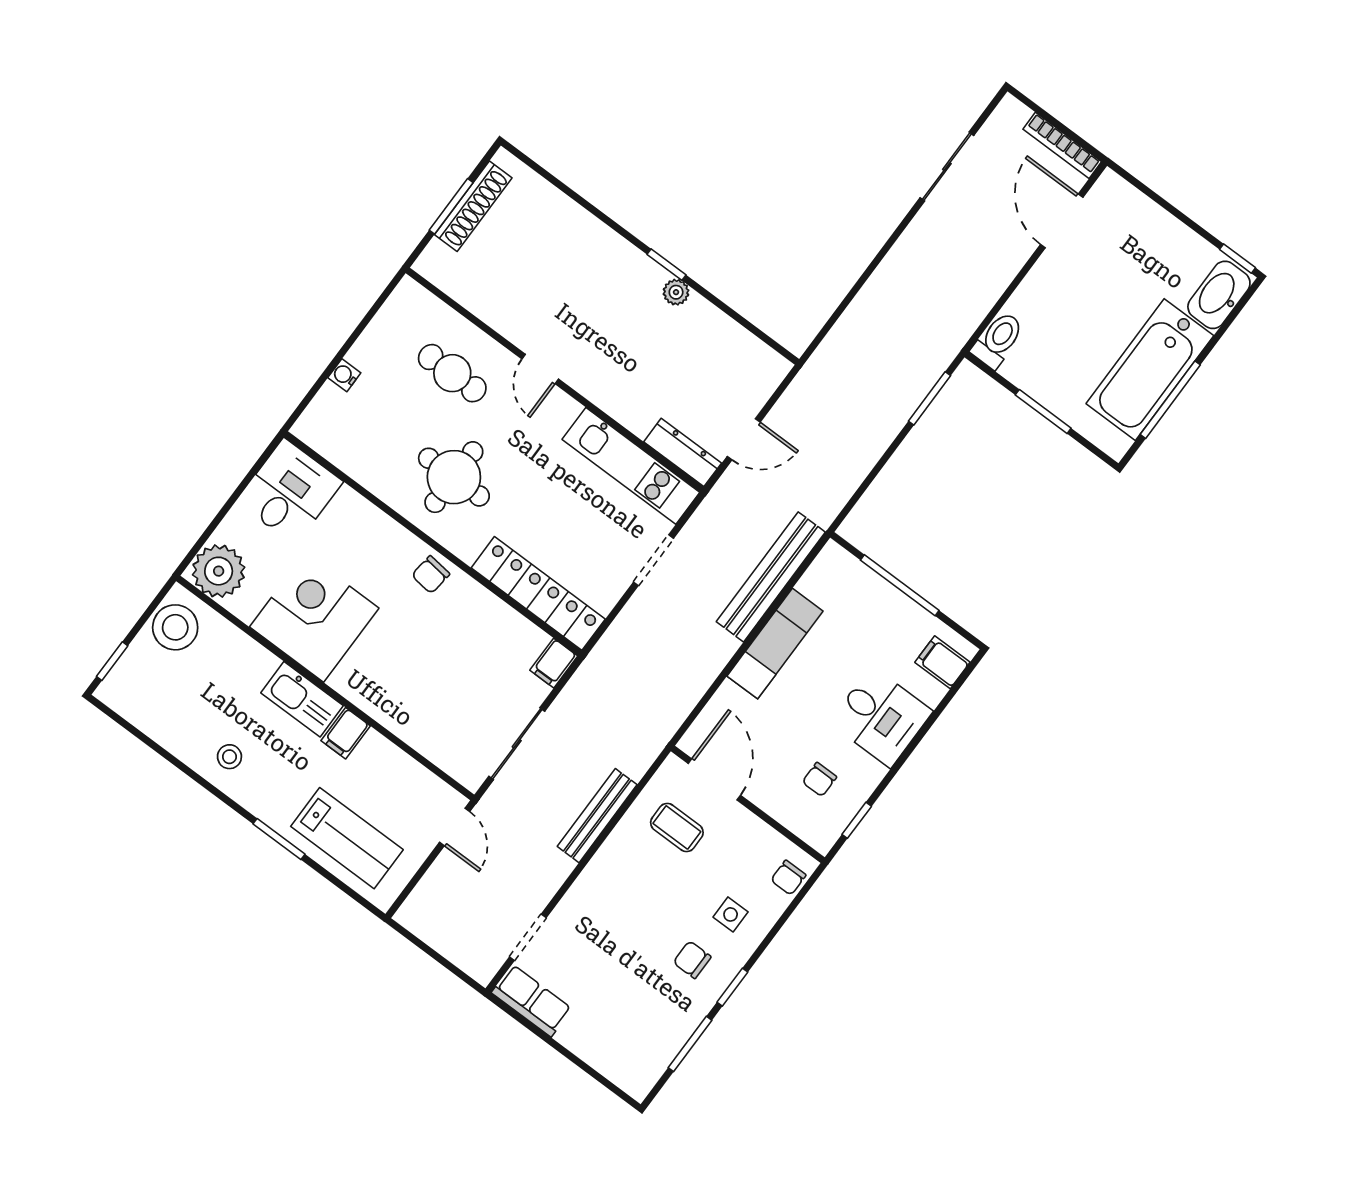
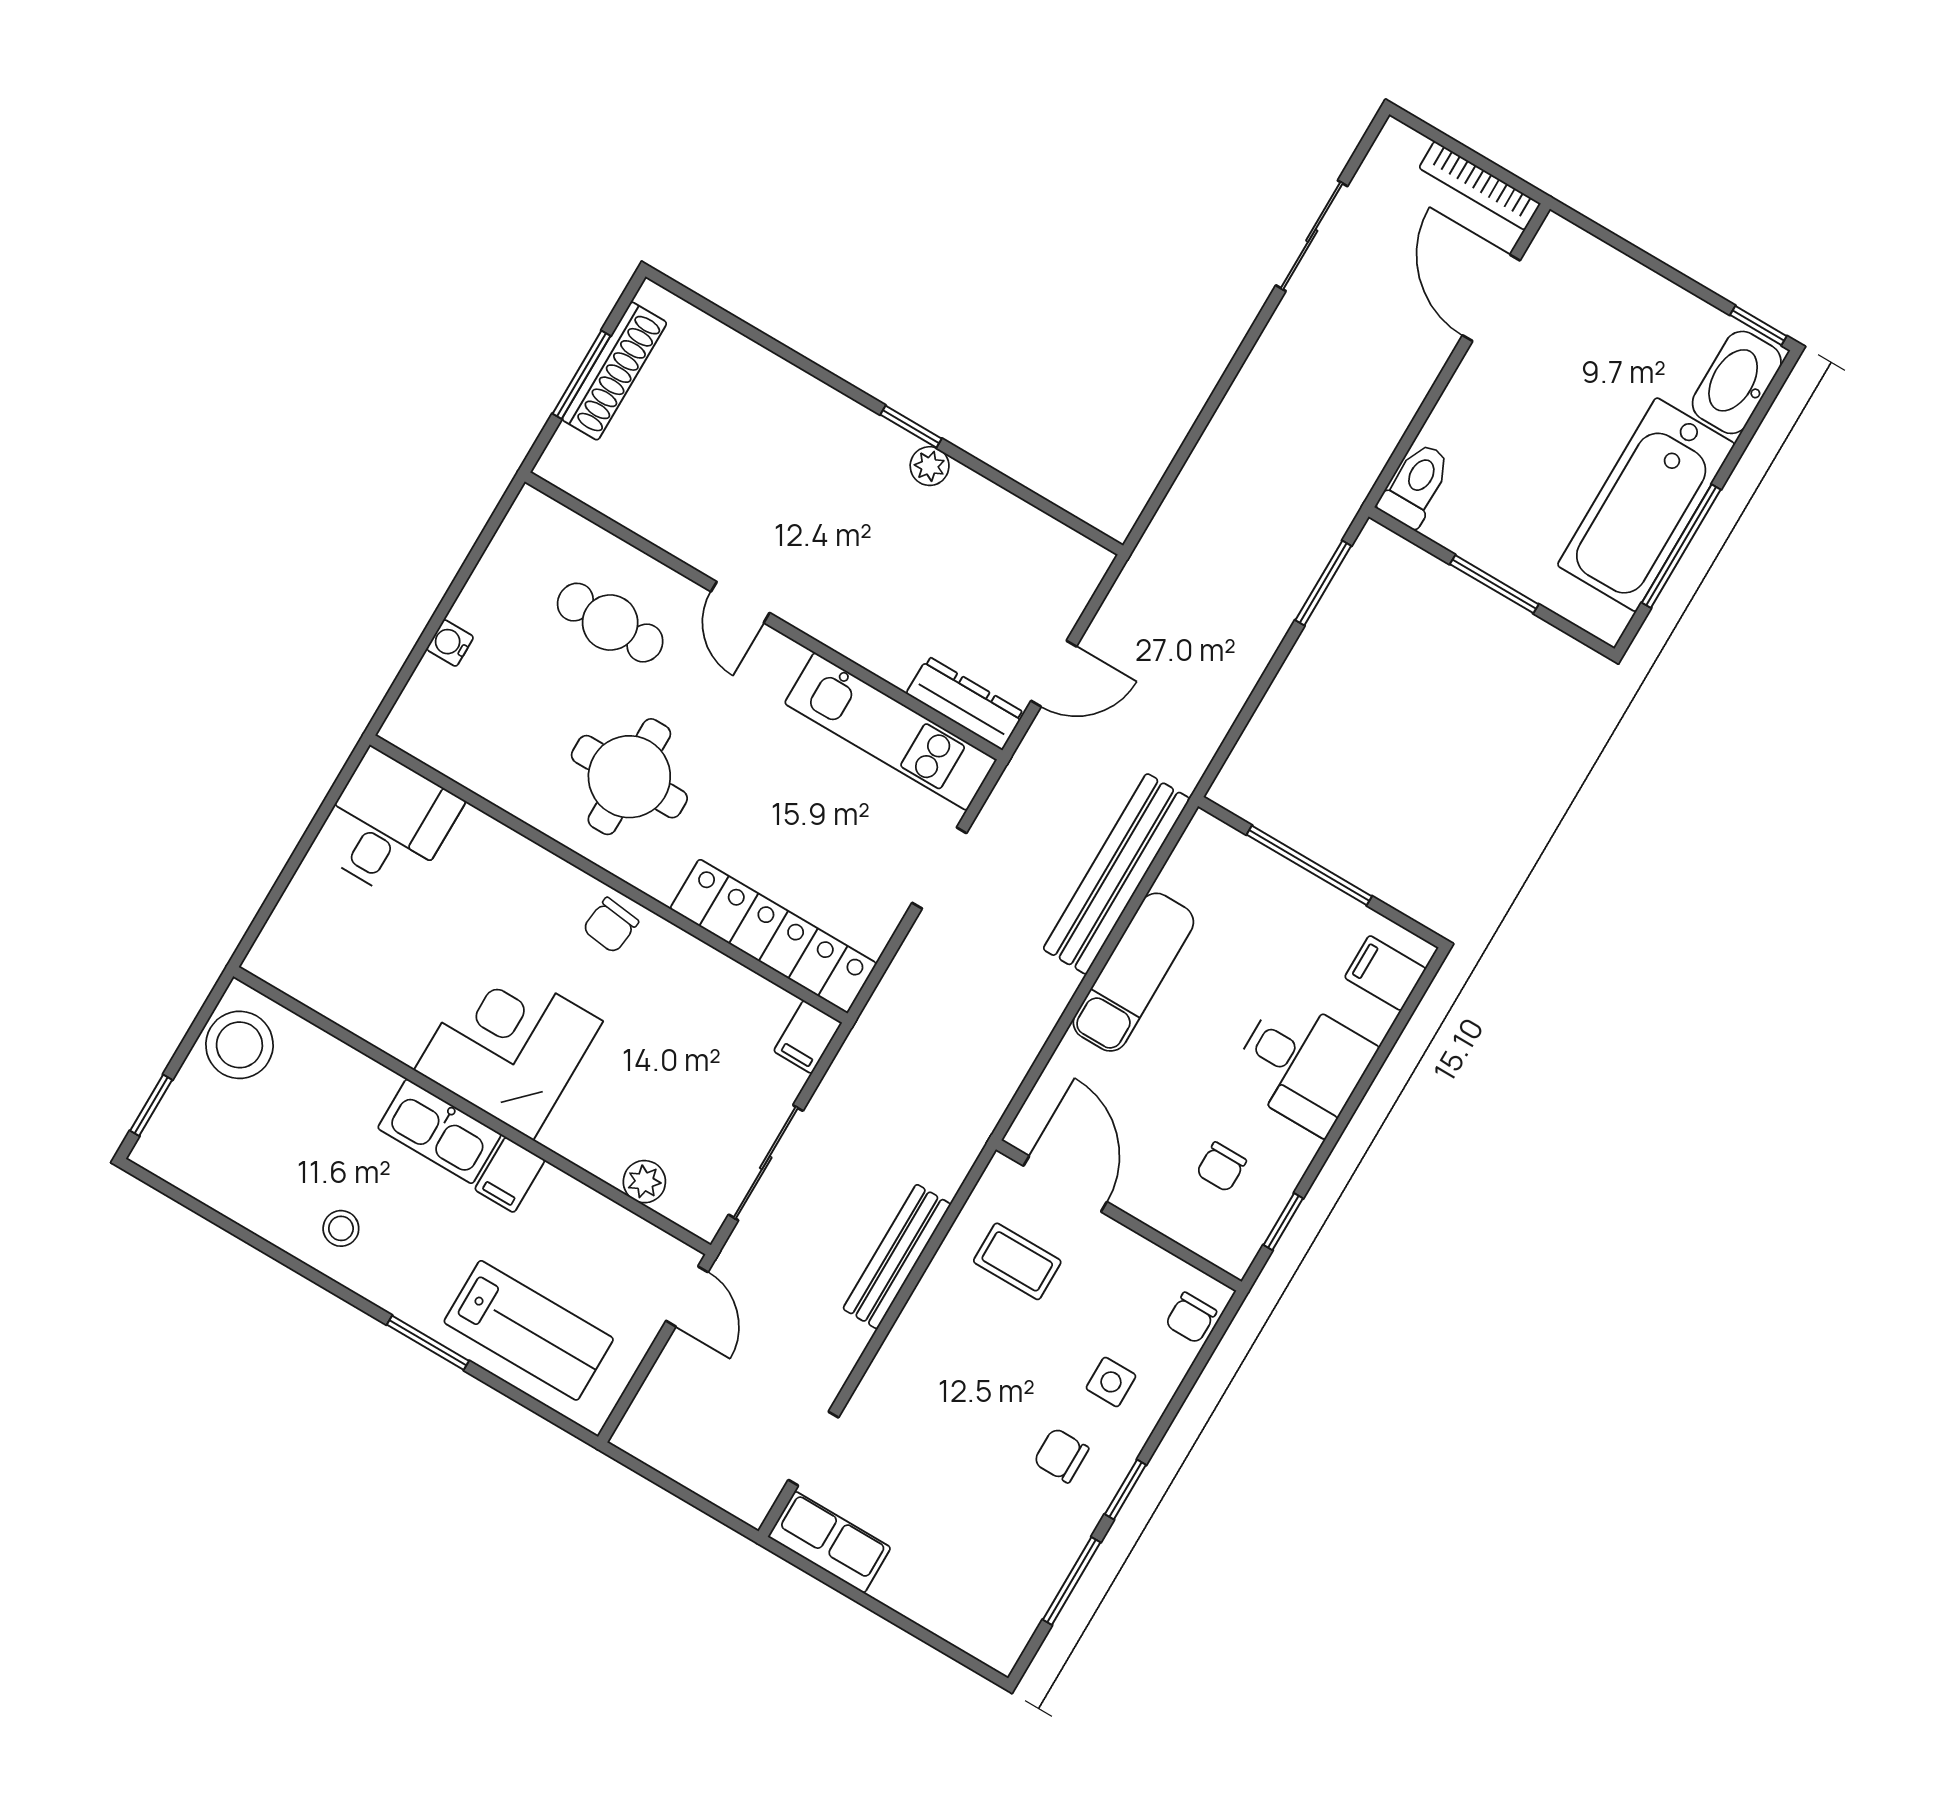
plant: (219, 571) -> (644, 1182), moved, width x0.53, depth x0.53
corner desk: (314, 618) -> (508, 1046), moved

